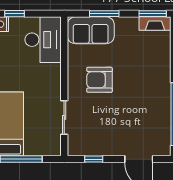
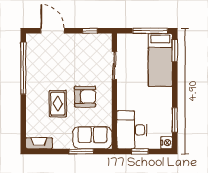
window: (14, 14) -> (140, 151), moved
window: (153, 14) -> (41, 151), removed
rug: (132, 71) -> (58, 104), added

